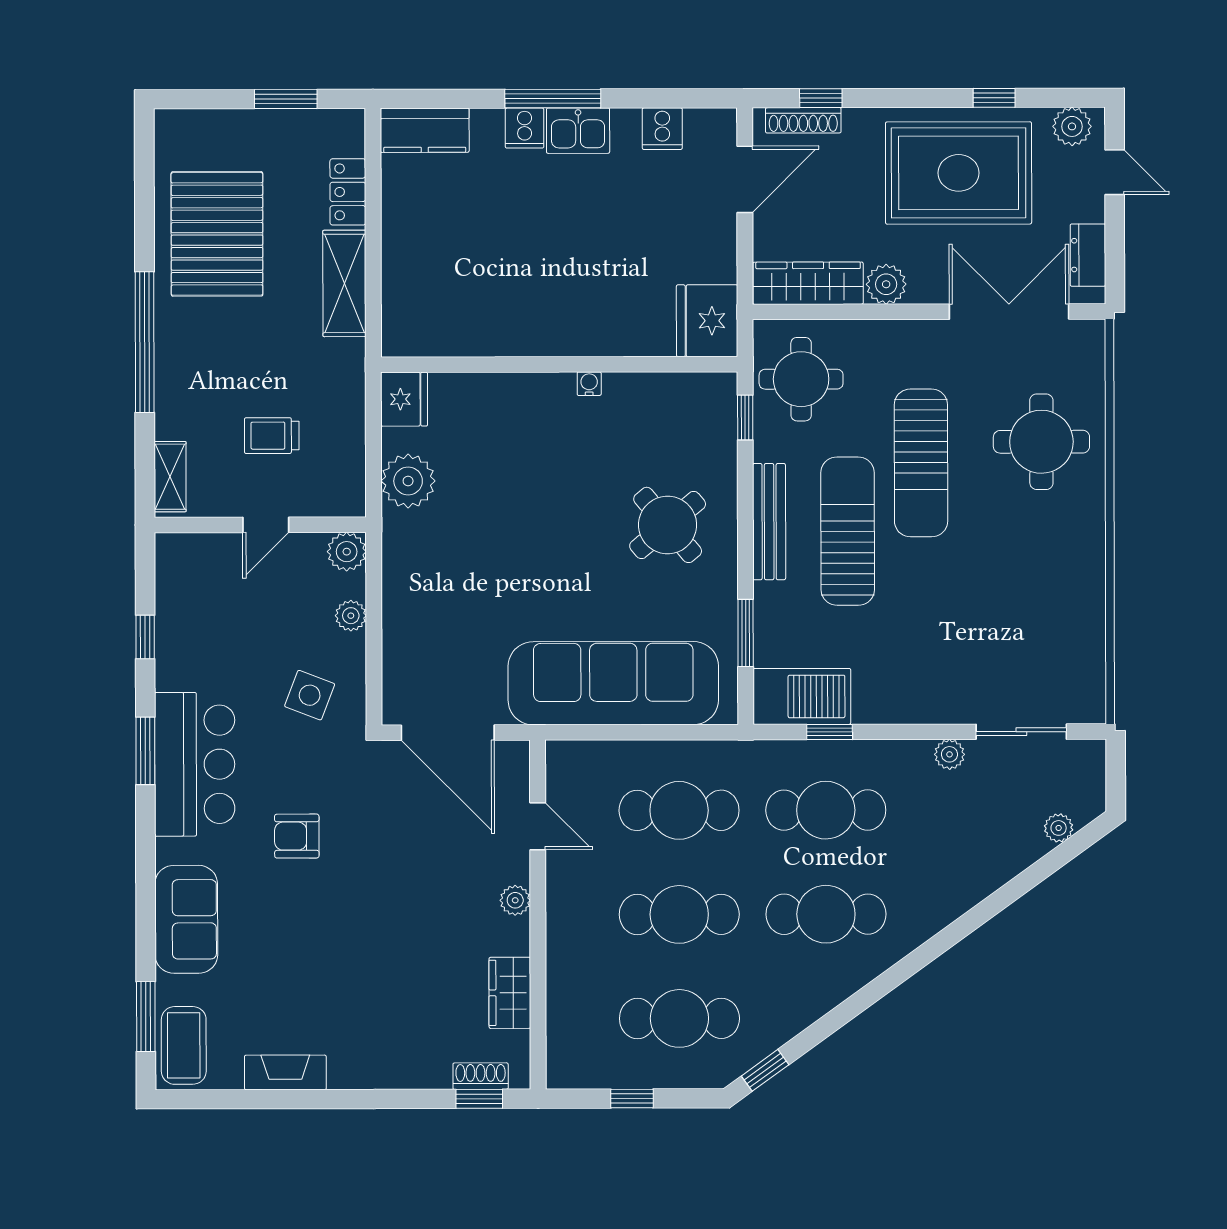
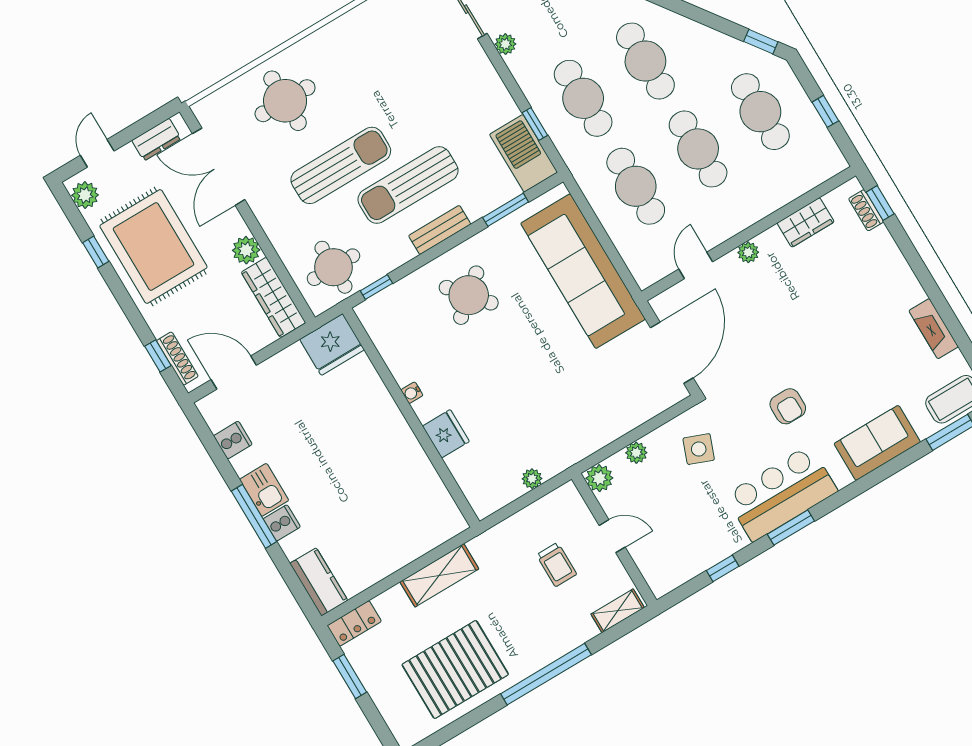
locker: (348, 192) -> (354, 623), moved
fridge: (404, 399) -> (446, 434), moved, turned 90
plant: (408, 481) -> (532, 479), width x0.53, depth x0.53
bench: (769, 522) -> (440, 230), width x0.73

